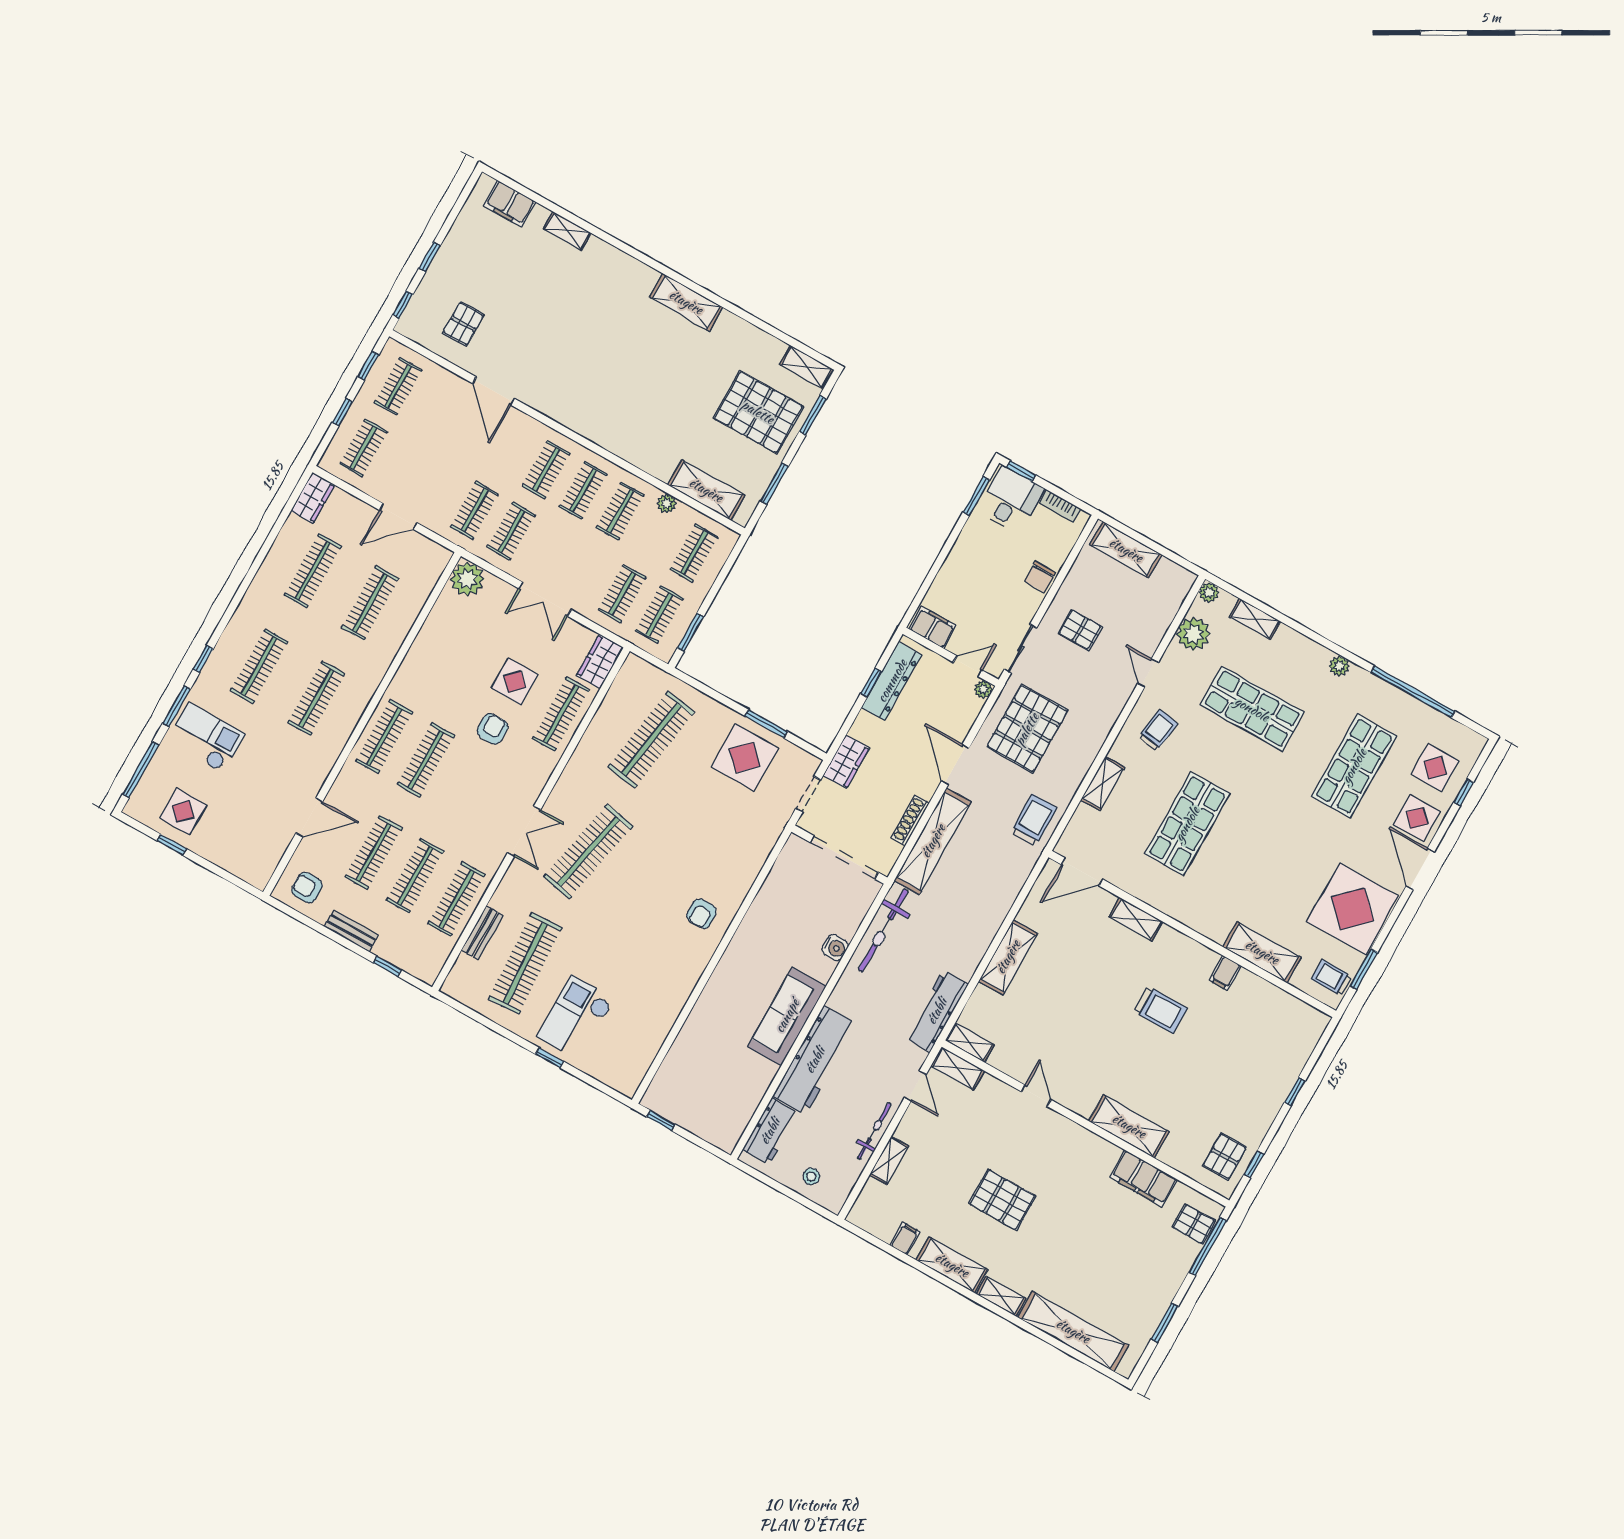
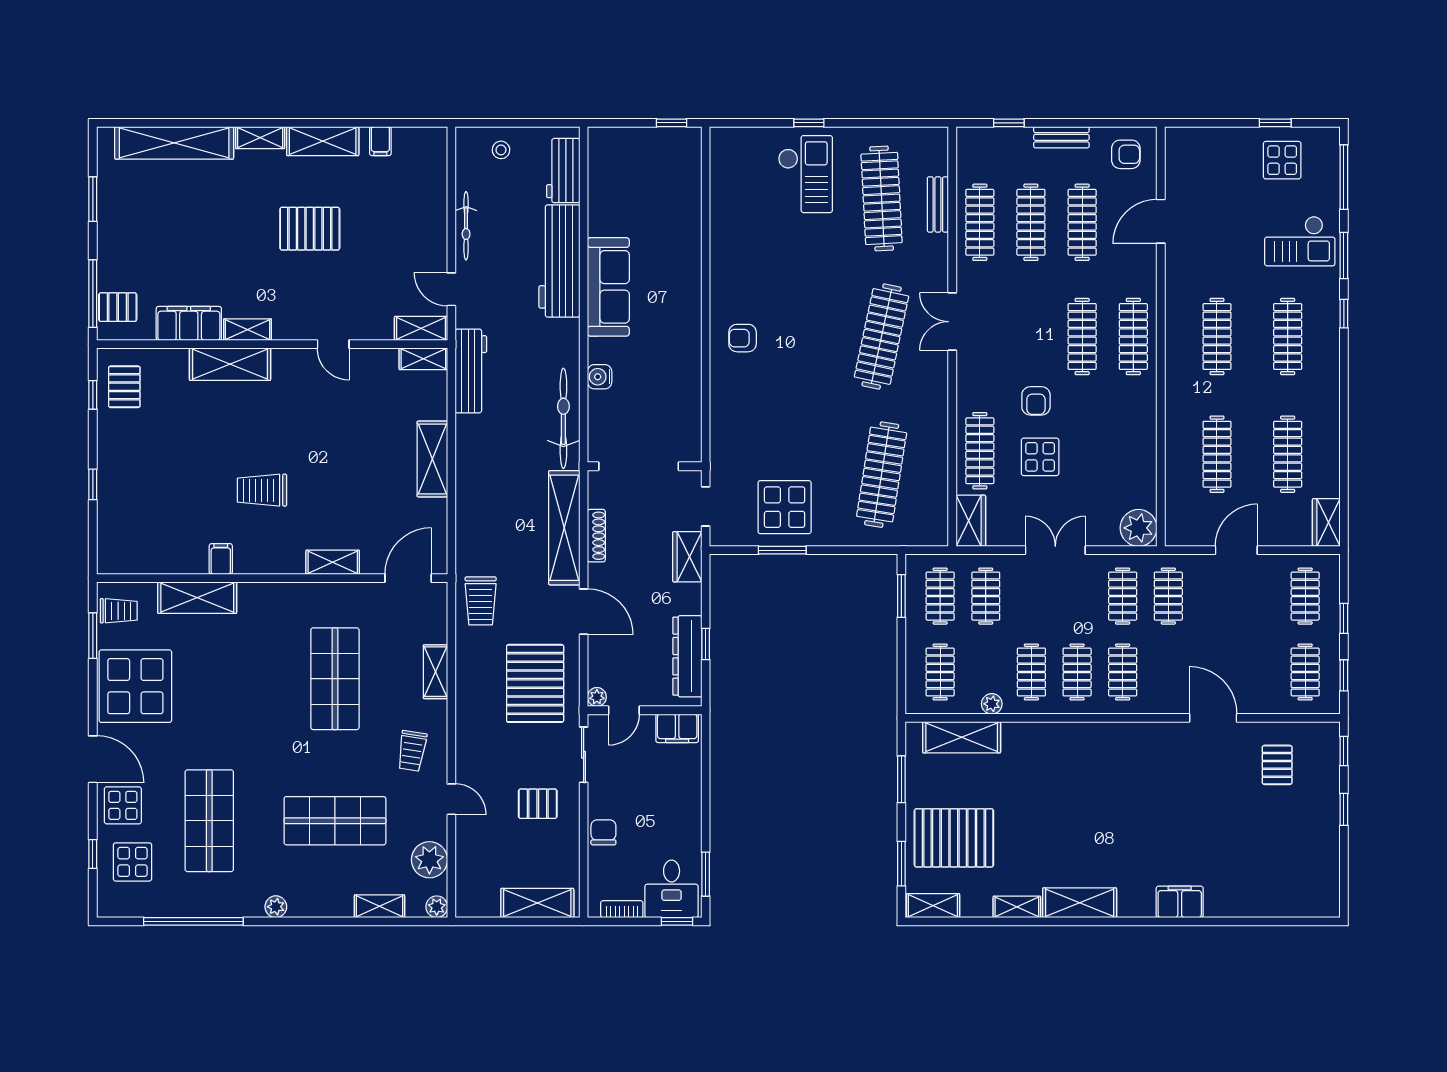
filing cabinet: (510, 204) -> (1180, 902), moved
shelving: (567, 231) -> (1017, 907), moved
armchair: (702, 914) -> (743, 338), turned -90
shelving: (889, 1160) -> (247, 330), moved, turned 90

